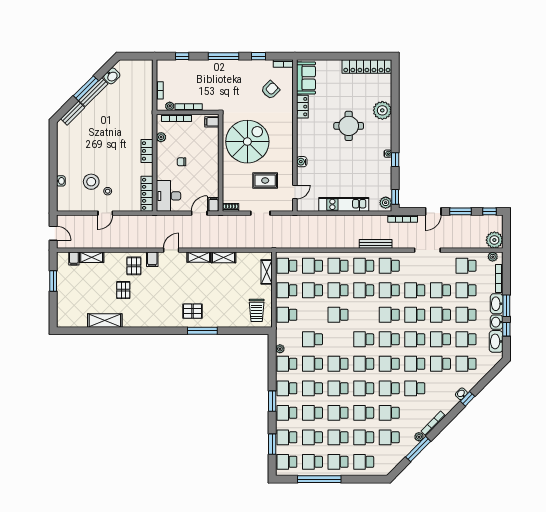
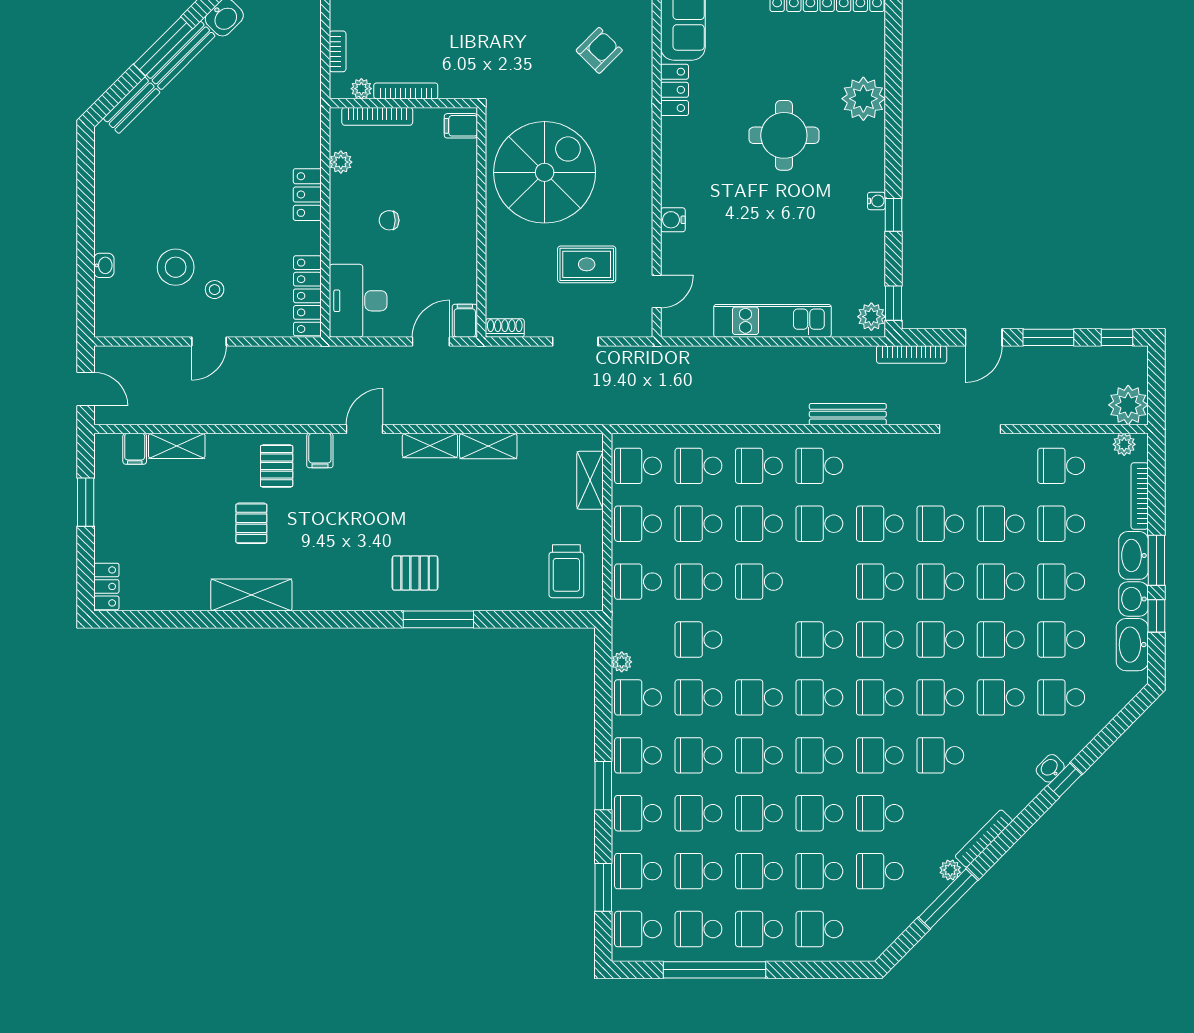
school desk: (389, 266) -> (698, 582), moved
locker: (62, 317) -> (106, 586), added
shelving: (105, 320) -> (251, 595), moved

